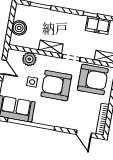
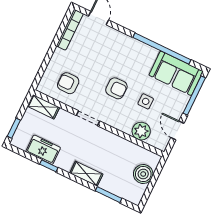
shelving: (51, 47) -> (86, 174), moved
armchair: (93, 80) -> (68, 83), width x0.53, depth x0.53
armchair: (56, 86) -> (116, 88), width x0.53, depth x0.53

